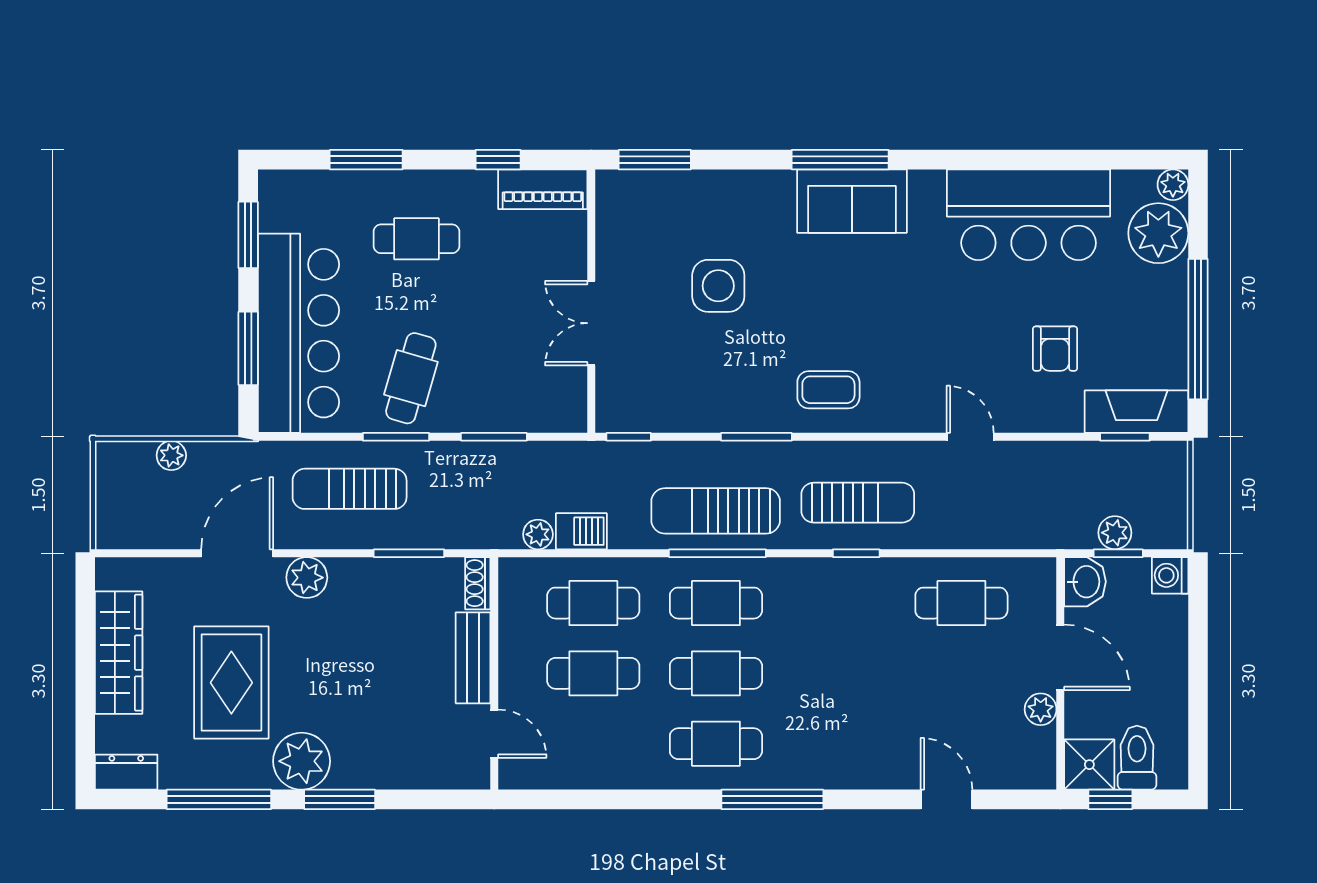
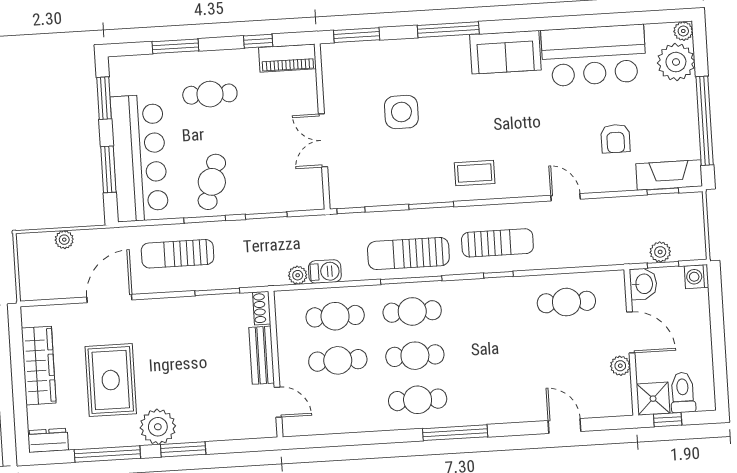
window: (840, 160) -> (448, 30), moved
sofa: (852, 201) -> (505, 52), moved
plant: (307, 578) -> (154, 311), removed

